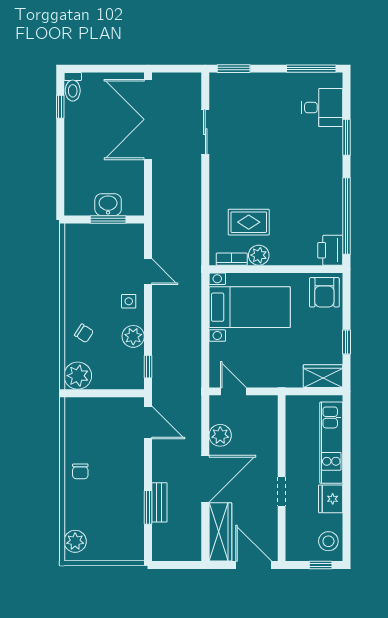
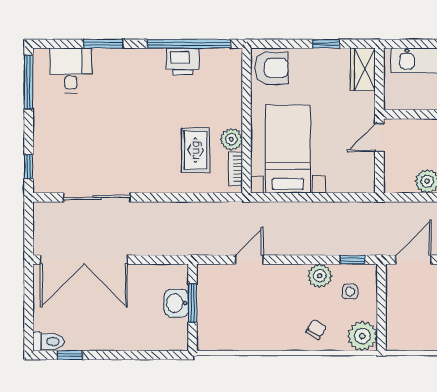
window: (234, 69) -> (29, 167), width x0.67
sliding door: (205, 132) -> (97, 197), width x1.37
printer: (330, 250) -> (183, 61), moved
side table: (129, 301) -> (350, 291), moved
door: (233, 391) -> (379, 138), moved

